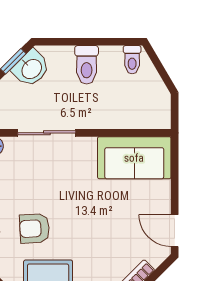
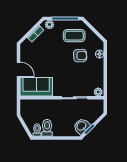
toilet: (87, 65) -> (47, 128), moved
door: (175, 231) -> (18, 69), moved

